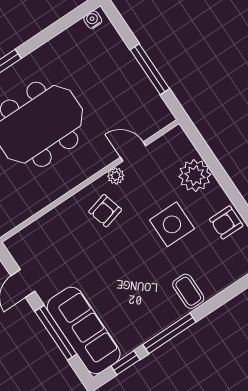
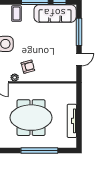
sofa: (84, 330) -> (55, 13), moved, turned -90

